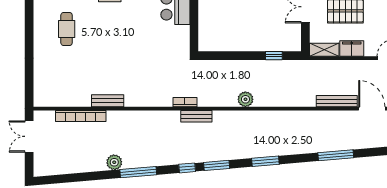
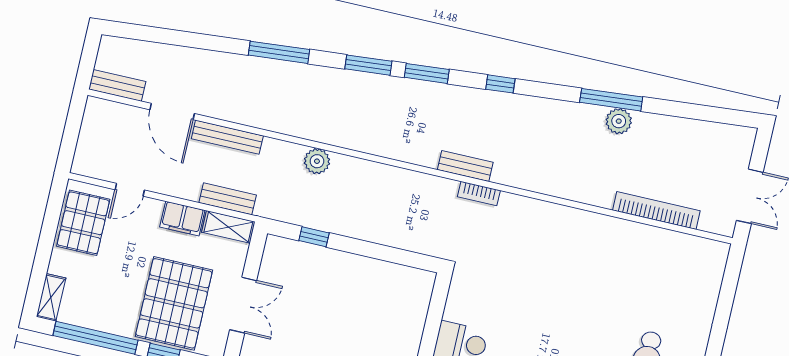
plant: (245, 99) -> (317, 161), moved
bench: (108, 101) -> (228, 199), moved
window: (336, 155) -> (279, 52), moved
window: (217, 165) -> (427, 73), moved
window: (138, 172) -> (611, 100), moved

